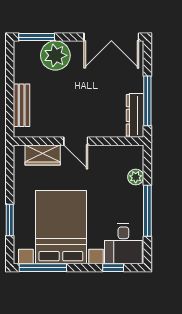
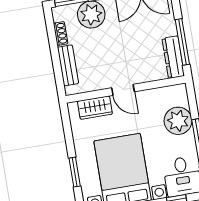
shoe rack: (19, 70) -> (61, 34), added
plant: (136, 177) -> (178, 121), width x1.87, depth x1.87

